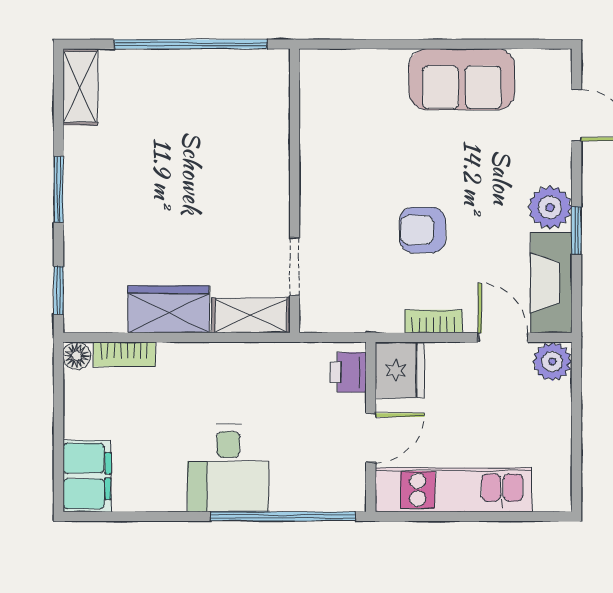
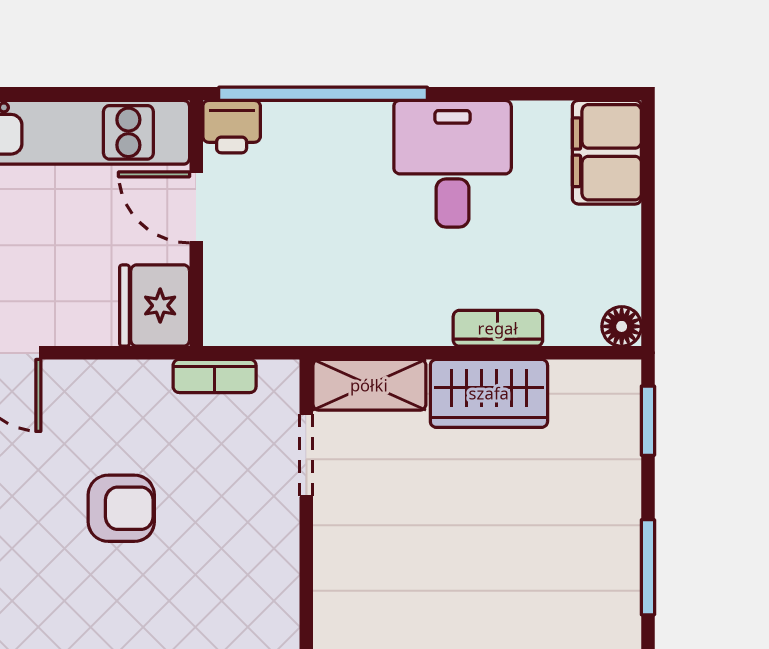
bookcase: (434, 321) -> (215, 376), moved
bookcase: (124, 354) -> (498, 328), moved
printer: (348, 372) -> (232, 127), moved, turned 90
door: (371, 438) -> (196, 207), hinge flipped
desk: (228, 468) -> (453, 164), moved

